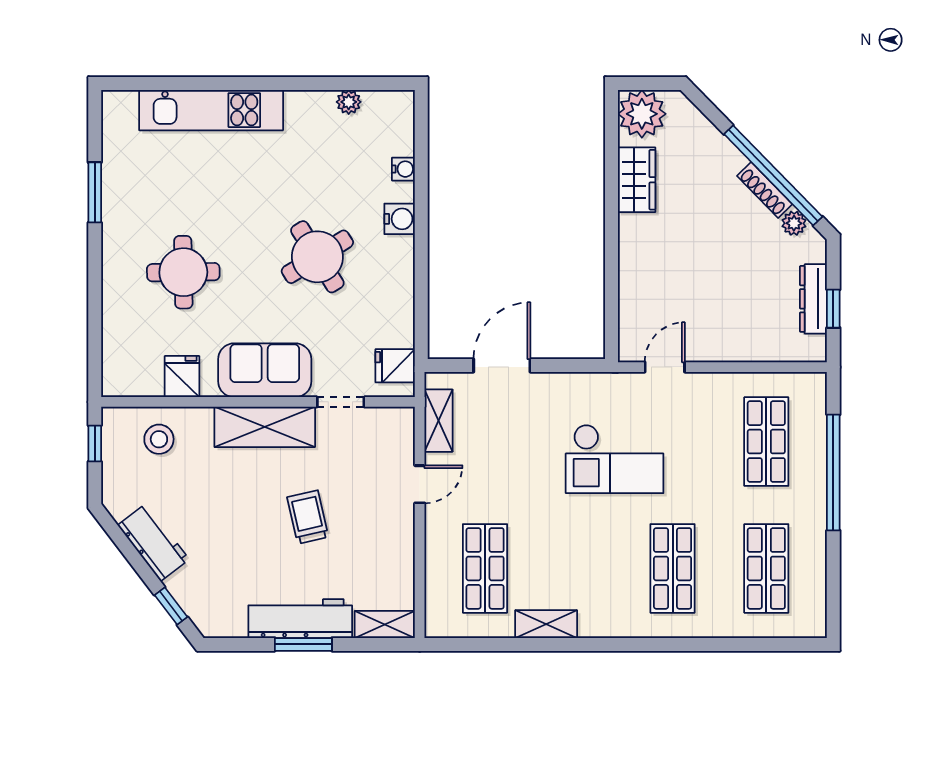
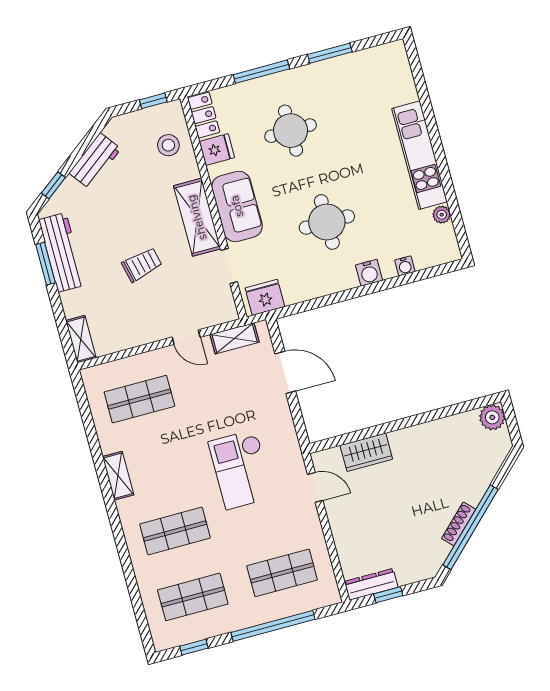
kitchen unit: (211, 110) -> (420, 155), moved
plant: (642, 114) -> (492, 417), width x0.73, depth x0.73
wardrobe: (637, 180) -> (366, 452), moved
plant: (794, 223) -> (441, 551), removed
round table: (317, 257) -> (327, 222), turned 32
window: (95, 290) -> (261, 72), added
dresser: (813, 299) -> (371, 584), moved
fridge: (395, 366) -> (265, 297), width x1.38
locker: (132, 382) -> (204, 115), added
window: (833, 585) -> (194, 647), added
workbench: (300, 619) -> (62, 252), moved
shelving: (546, 624) -> (118, 476), moved
window: (303, 644) -> (45, 264), moved

